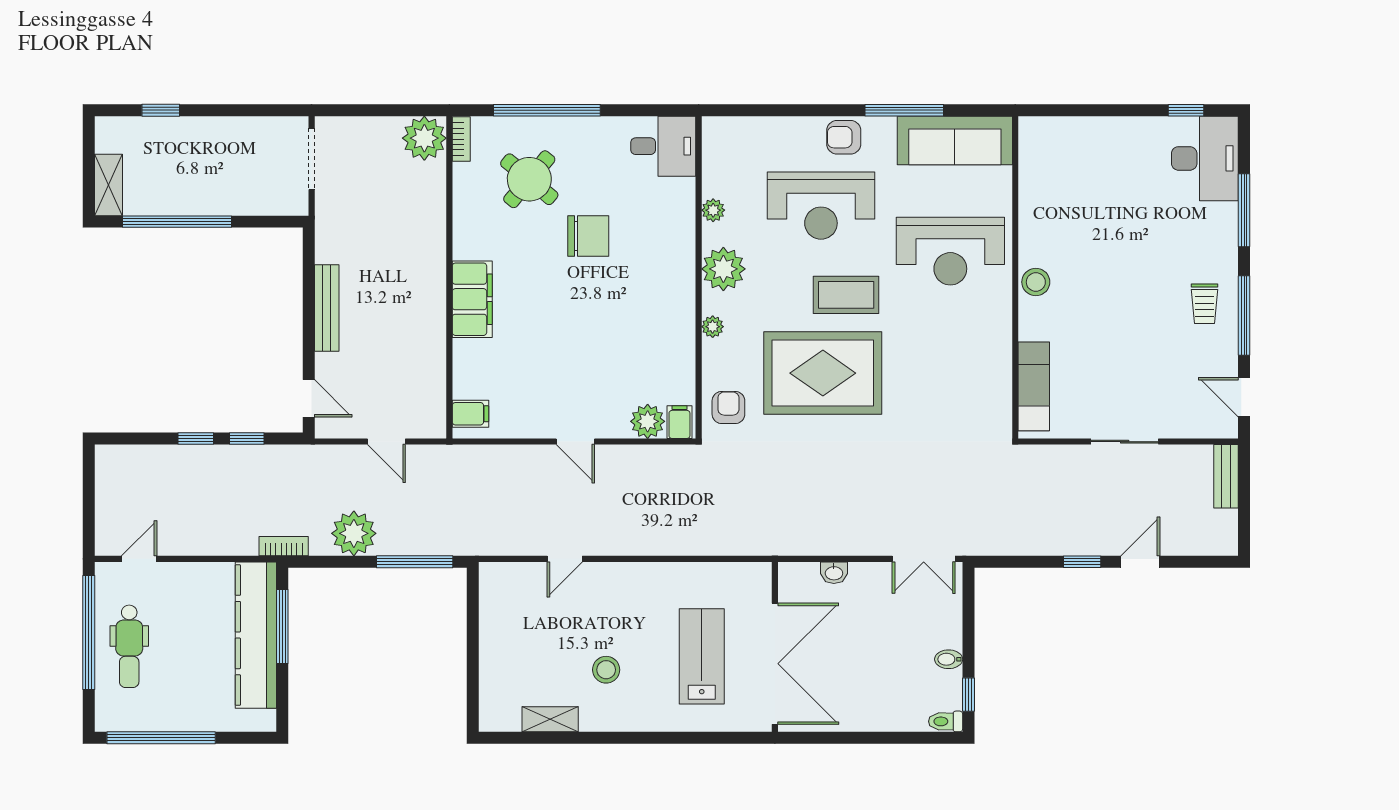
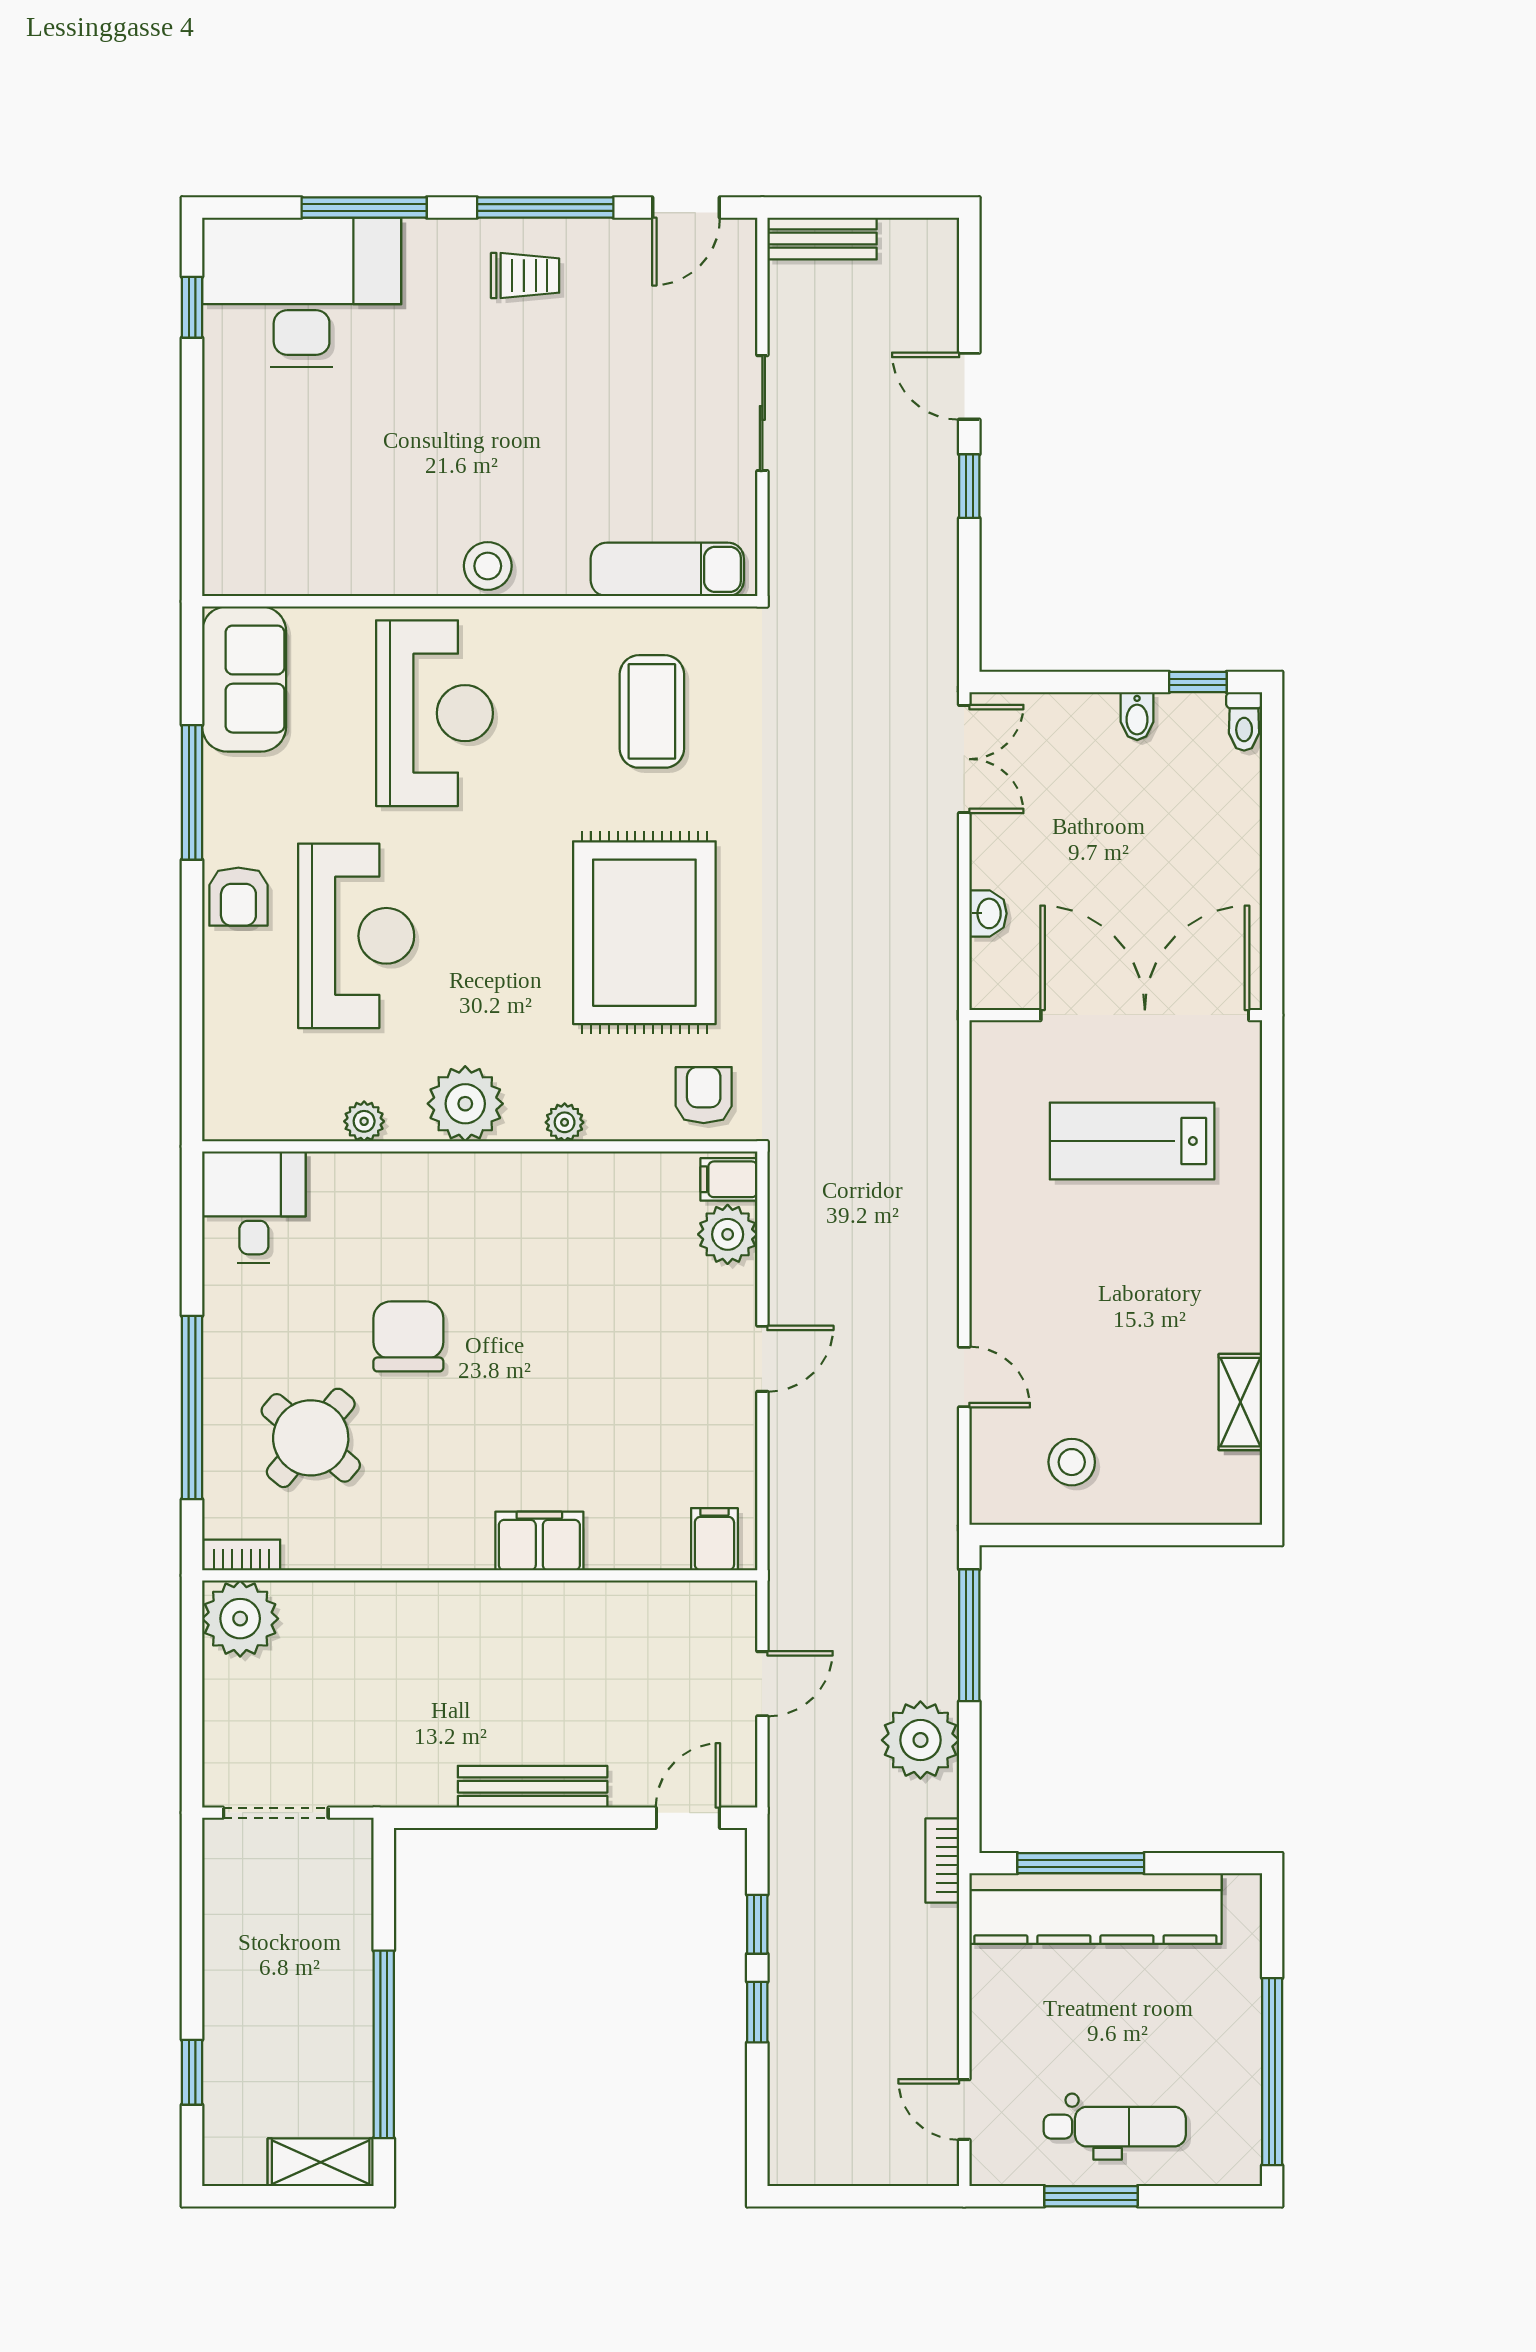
sofa: (955, 140) -> (244, 679), width x0.73
desk: (1205, 158) -> (302, 292), width x1.36, depth x1.30
coffee table: (846, 295) -> (652, 711), moved
filing cabinet: (472, 299) -> (539, 1541), width x0.67, depth x0.86
armchair: (728, 407) -> (704, 1095), turned 90
window: (89, 632) -> (1091, 2196), width x0.47
stool: (606, 670) -> (1072, 1462), moved

